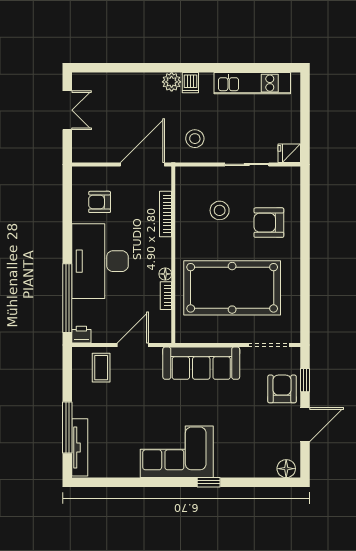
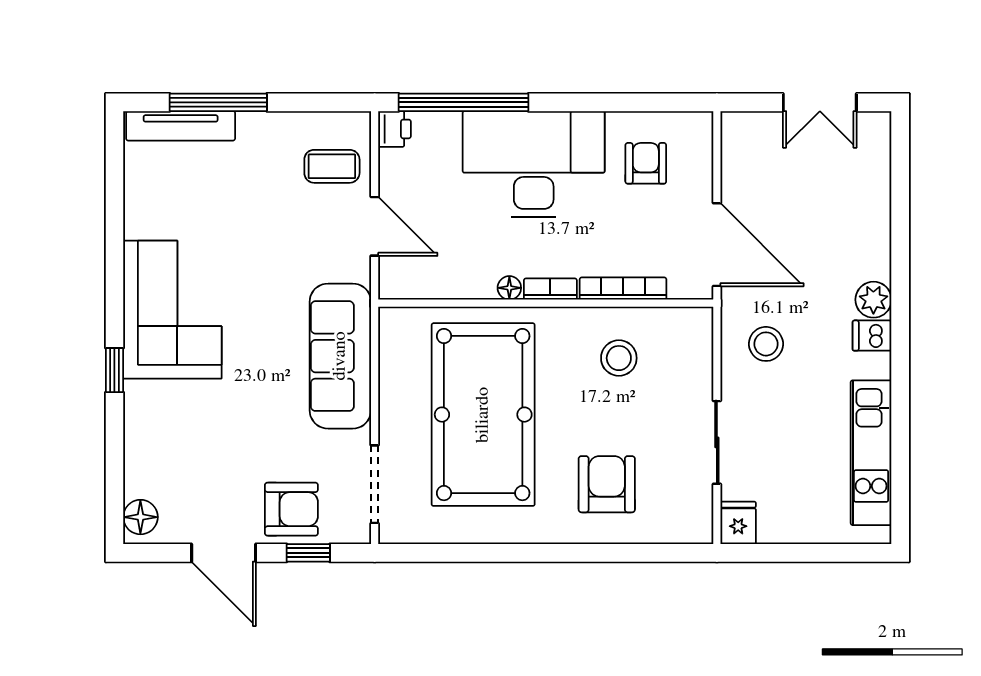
stool: (220, 210) -> (619, 358), moved
bookcase: (166, 296) -> (550, 289), moved

